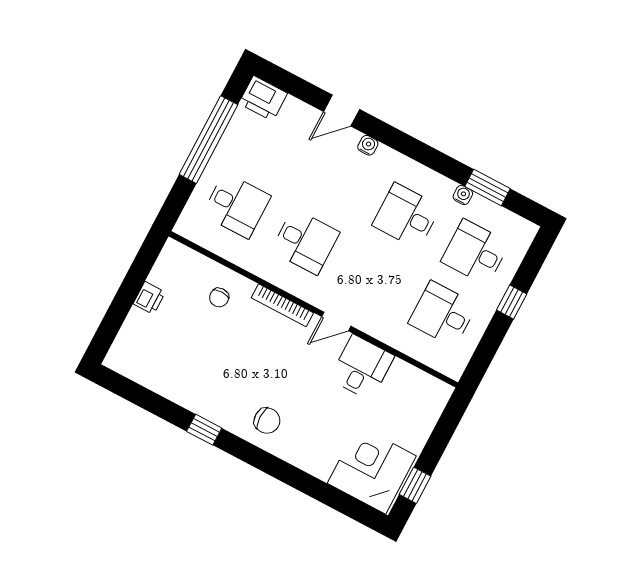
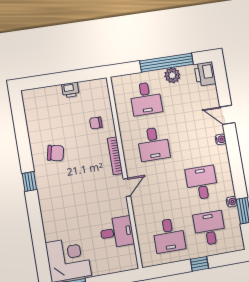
plant: (232, 145) -> (172, 75), added
desk: (443, 314) -> (169, 235), turned 180
door: (336, 321) -> (127, 187), swing flipped
desk: (362, 367) -> (117, 232), moved
chair: (267, 421) -> (56, 153), moved, turned -78
window: (204, 430) -> (29, 182), moved

